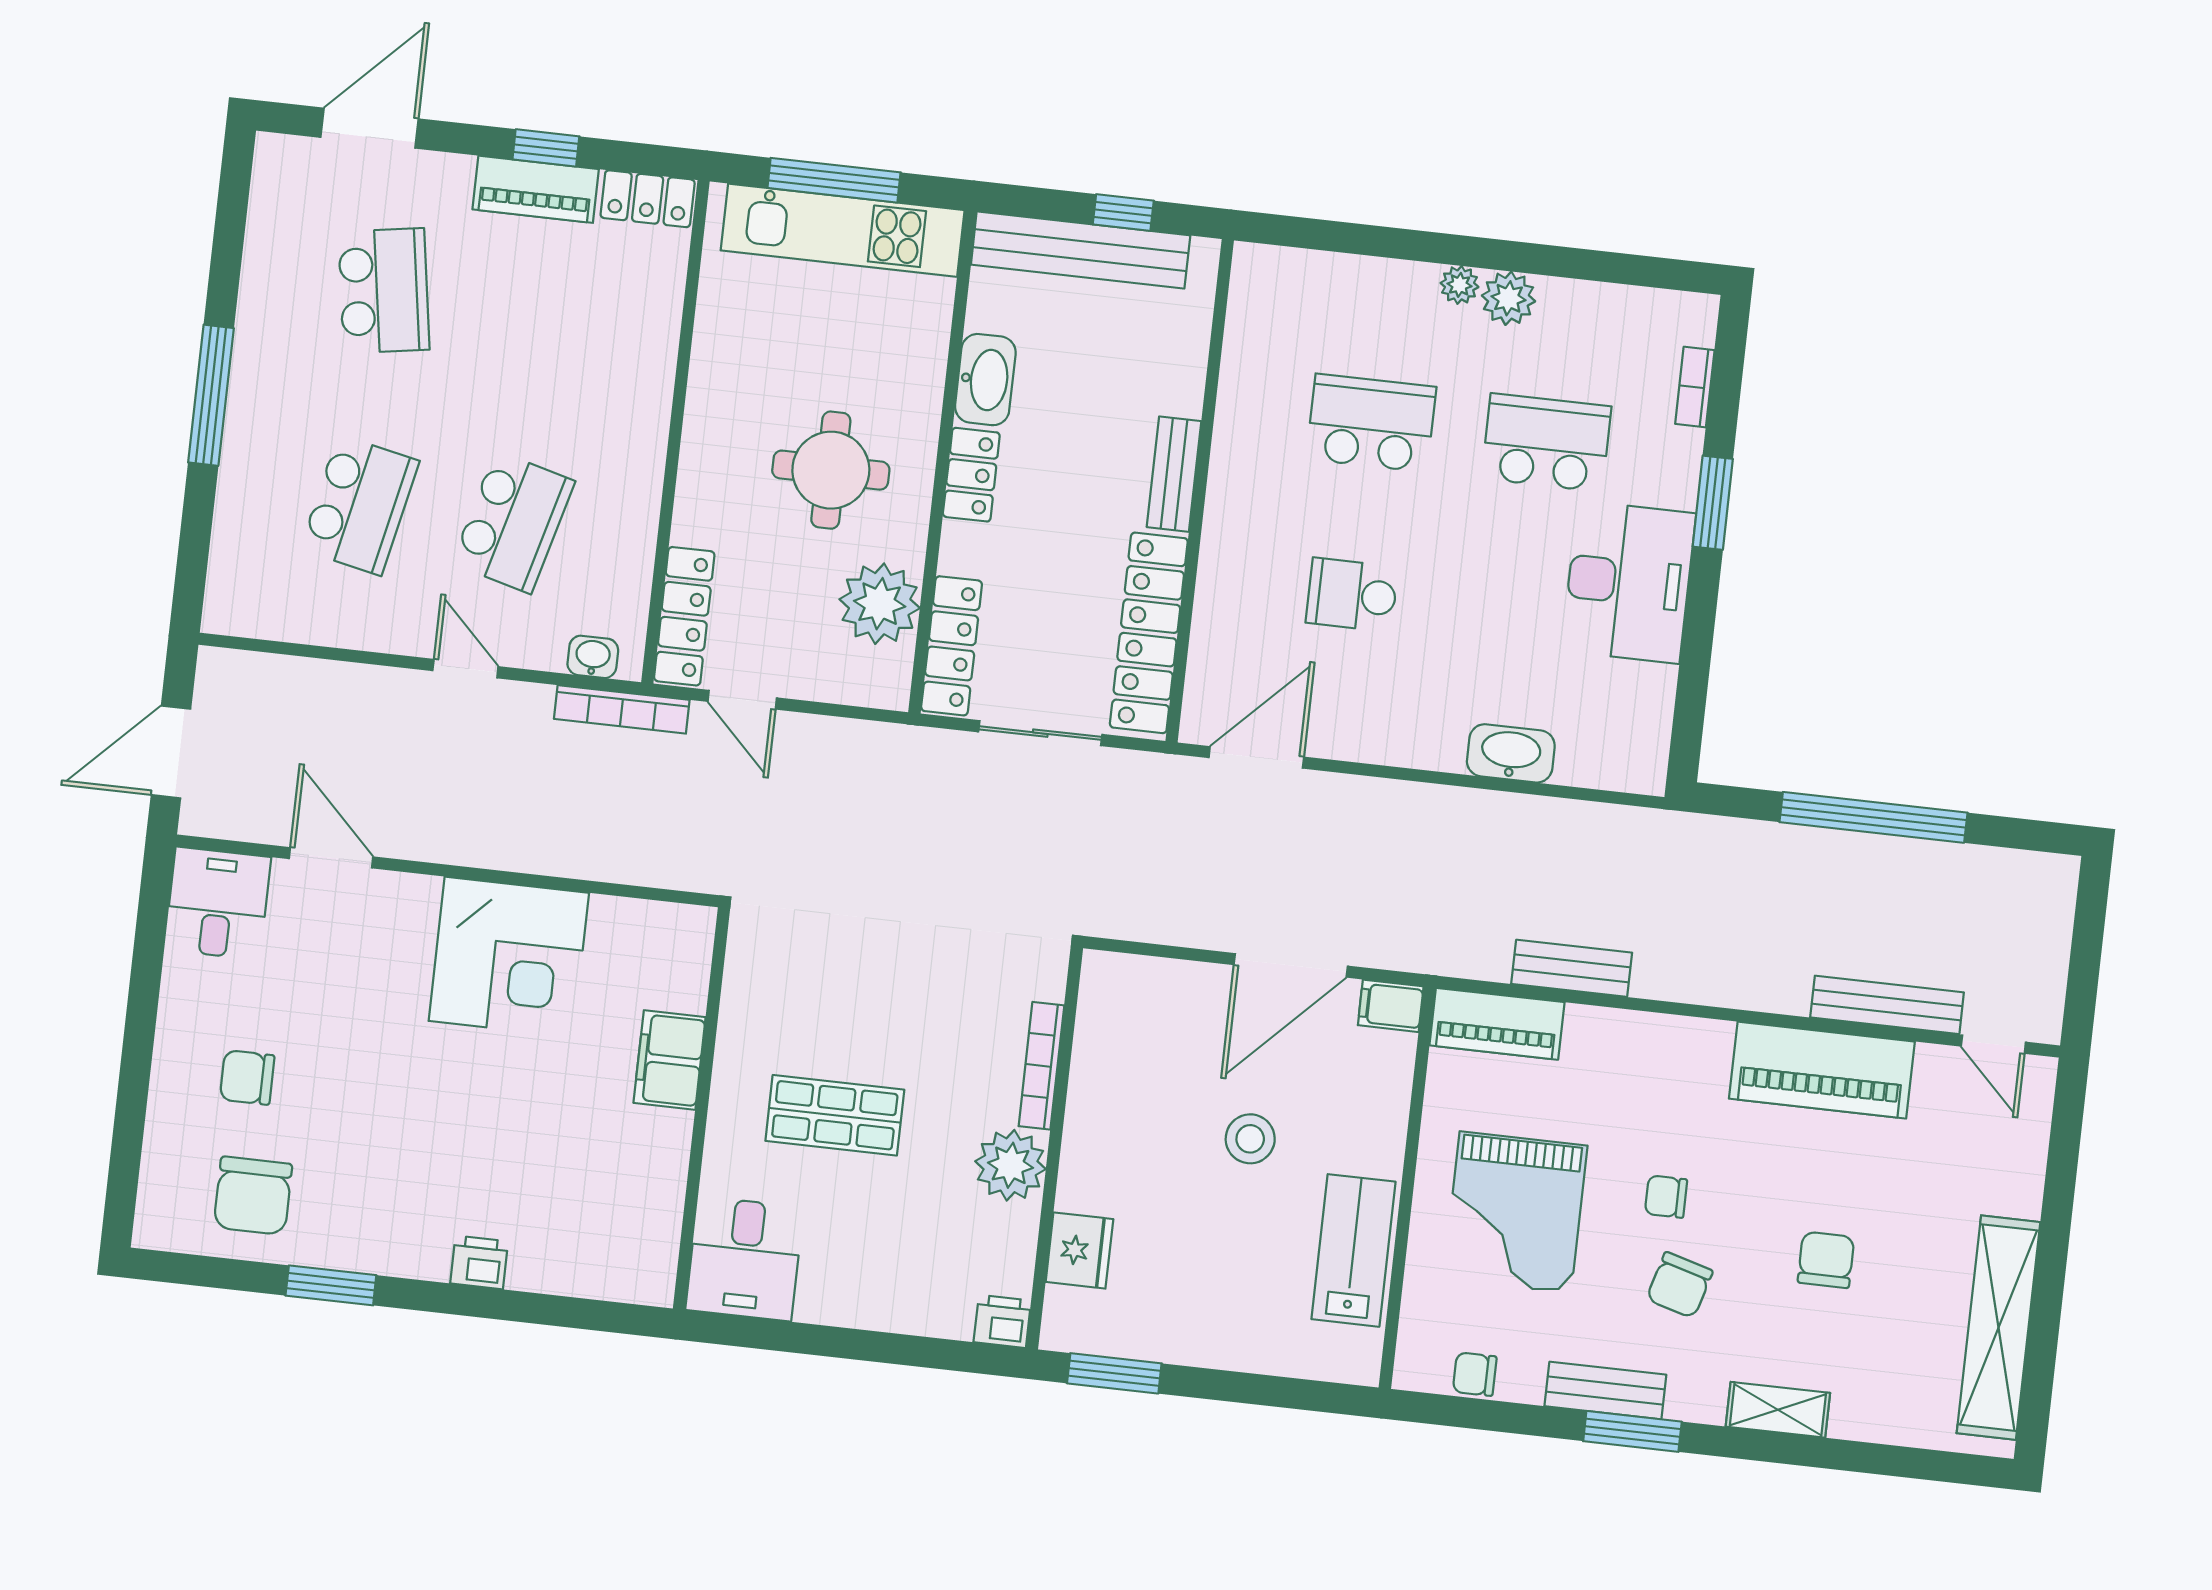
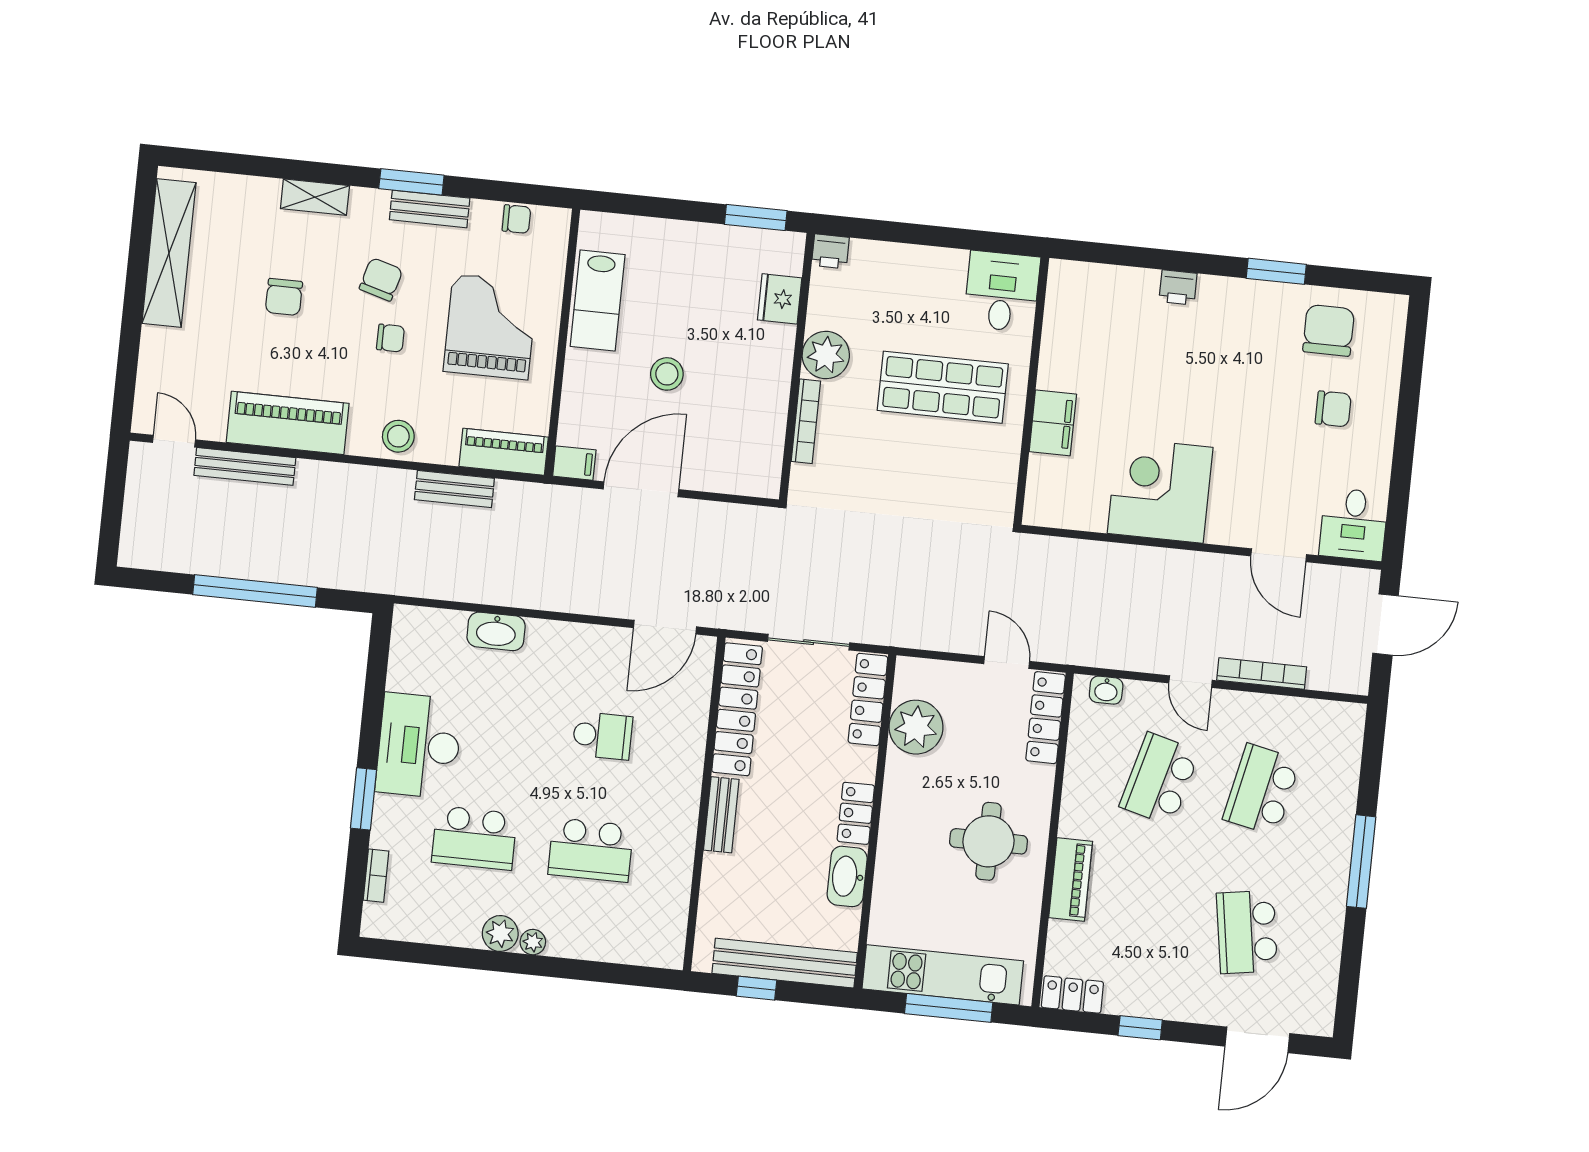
piano: (536, 189) -> (1071, 880), moved, turned 90
round table: (831, 470) -> (989, 841), moved
bookcase: (622, 709) -> (1262, 673), moved
stool: (1655, 1049) -> (398, 436), added
shop shelf: (835, 1115) -> (943, 387), width x1.43, depth x1.36

